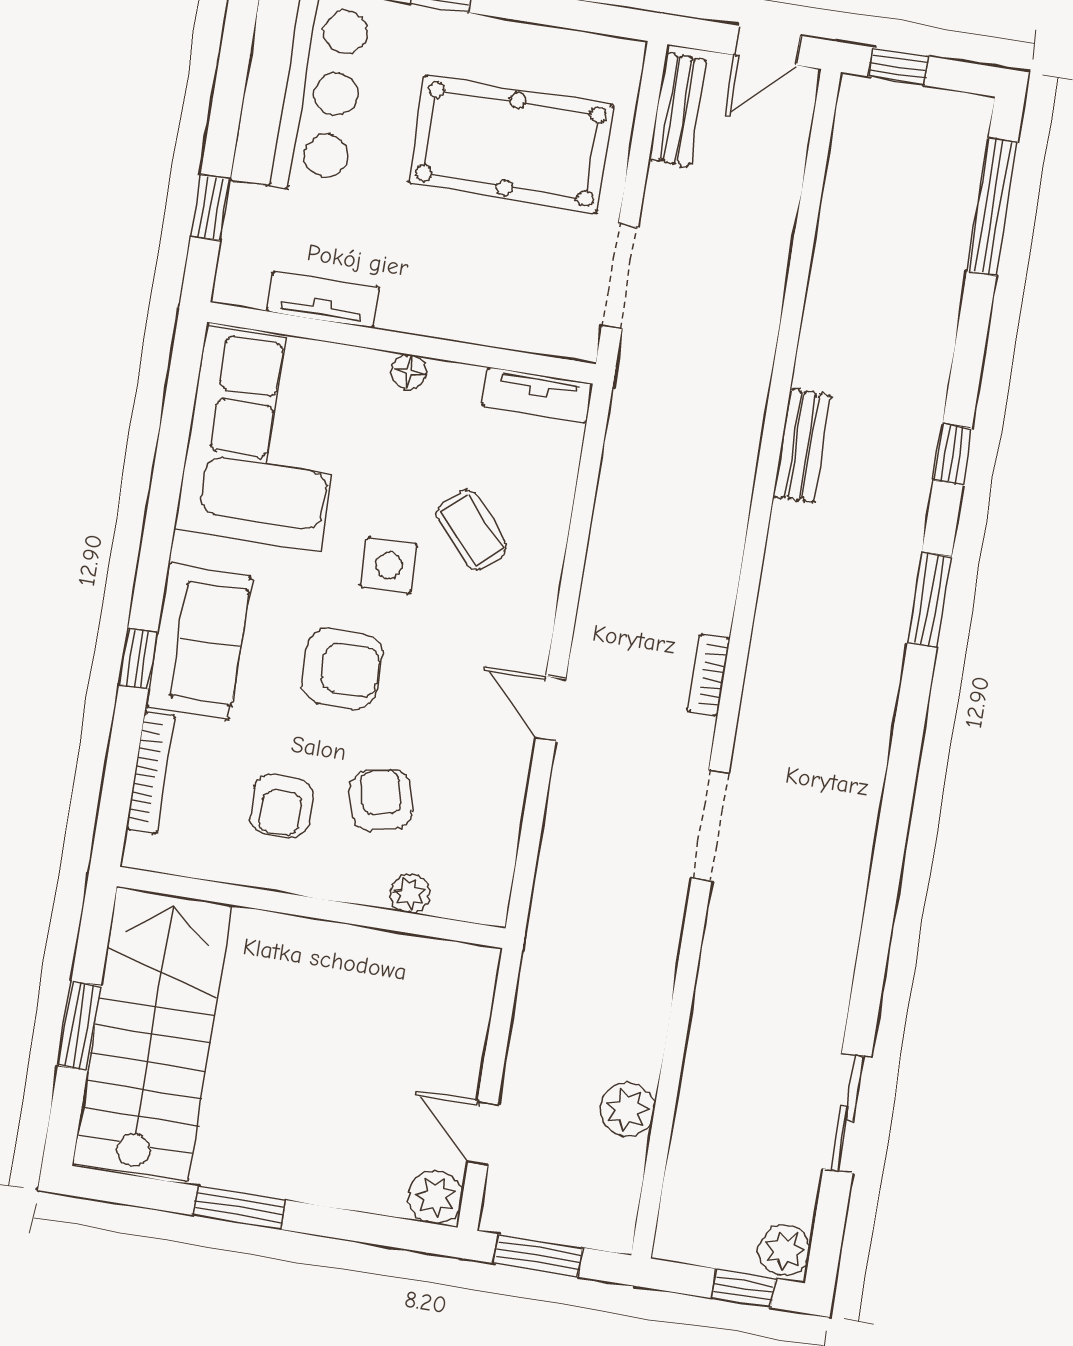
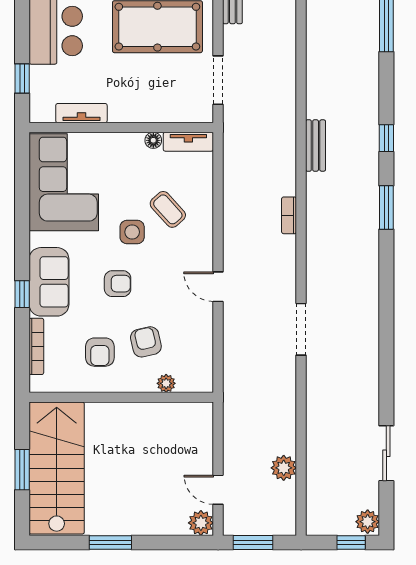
floor lamp: (409, 372) -> (153, 140), moved
armchair: (342, 668) -> (118, 284), width x0.72, depth x0.72
bookcase: (709, 675) -> (289, 215), moved

